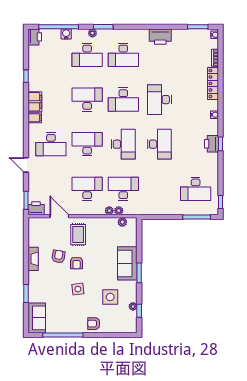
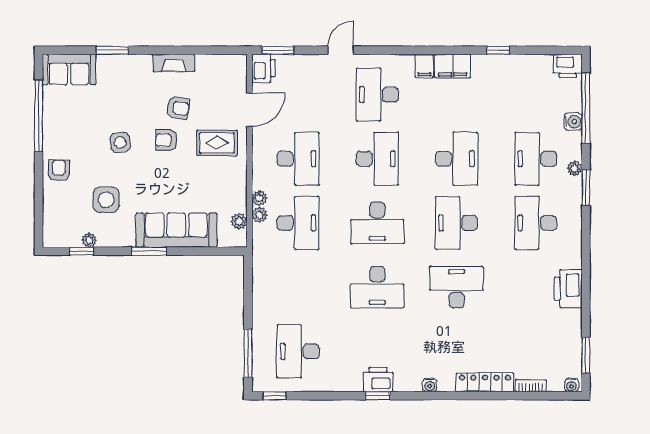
sofa: (127, 263) -> (176, 230), width x1.36

